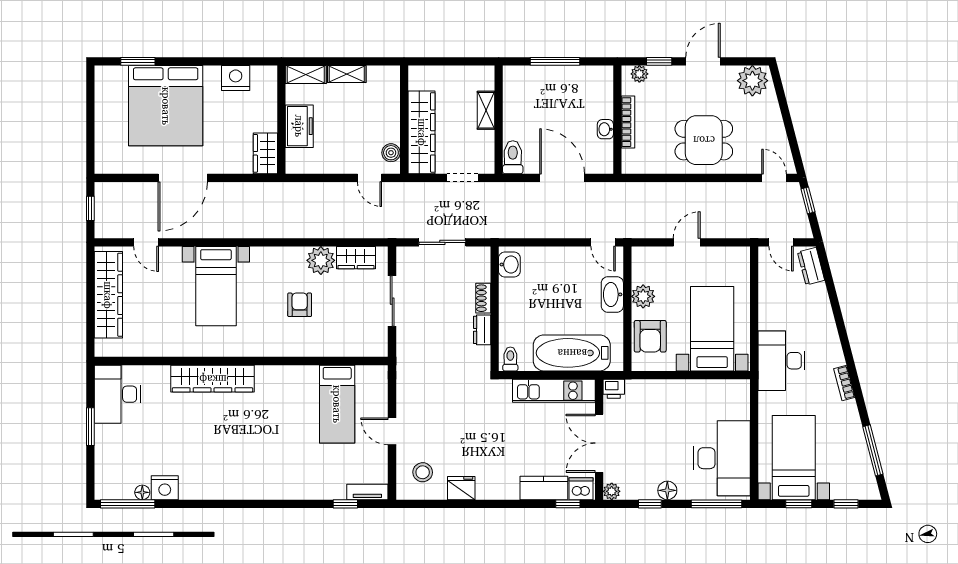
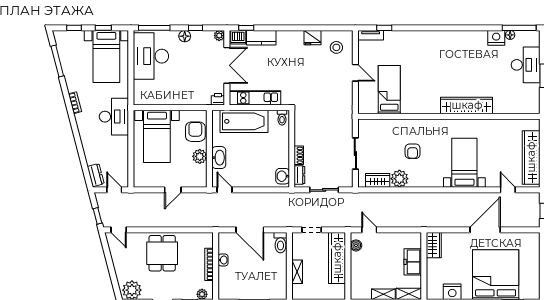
dining table: (704, 140) -> (162, 253), turned 90
dresser: (482, 330) -> (299, 175), moved
desk: (117, 394) -> (526, 65), moved

